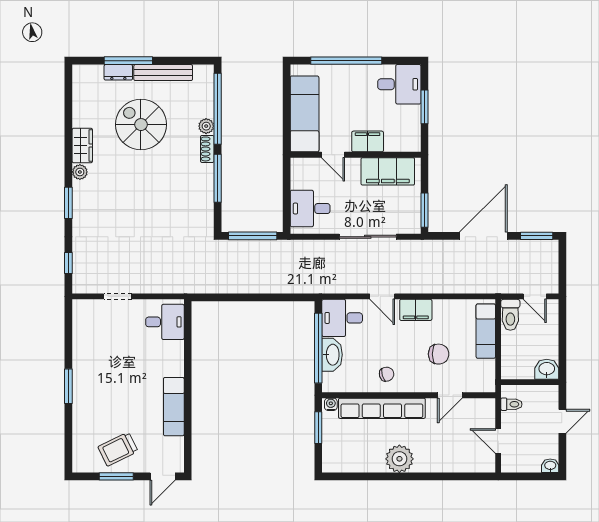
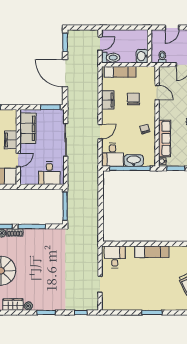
filing cabinet: (416, 310) -> (108, 100), moved
washbasin: (547, 369) -> (142, 56), moved
exam couch: (174, 407) -> (152, 252), moved
row of seats: (382, 408) -> (165, 138), width x0.73
door: (562, 421) -> (172, 28), swing flipped

